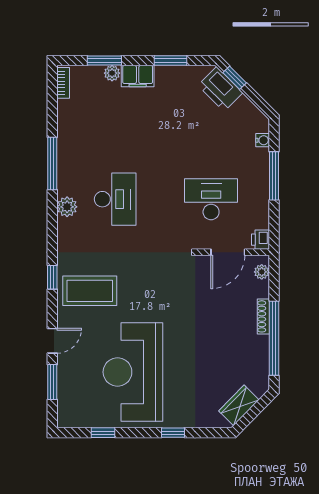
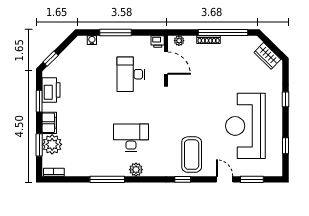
plant: (112, 73) -> (52, 144), width x1.88, depth x1.88
printer: (220, 89) -> (51, 90), moved, turned -45
reception desk: (133, 372) -> (245, 126), turned 90

